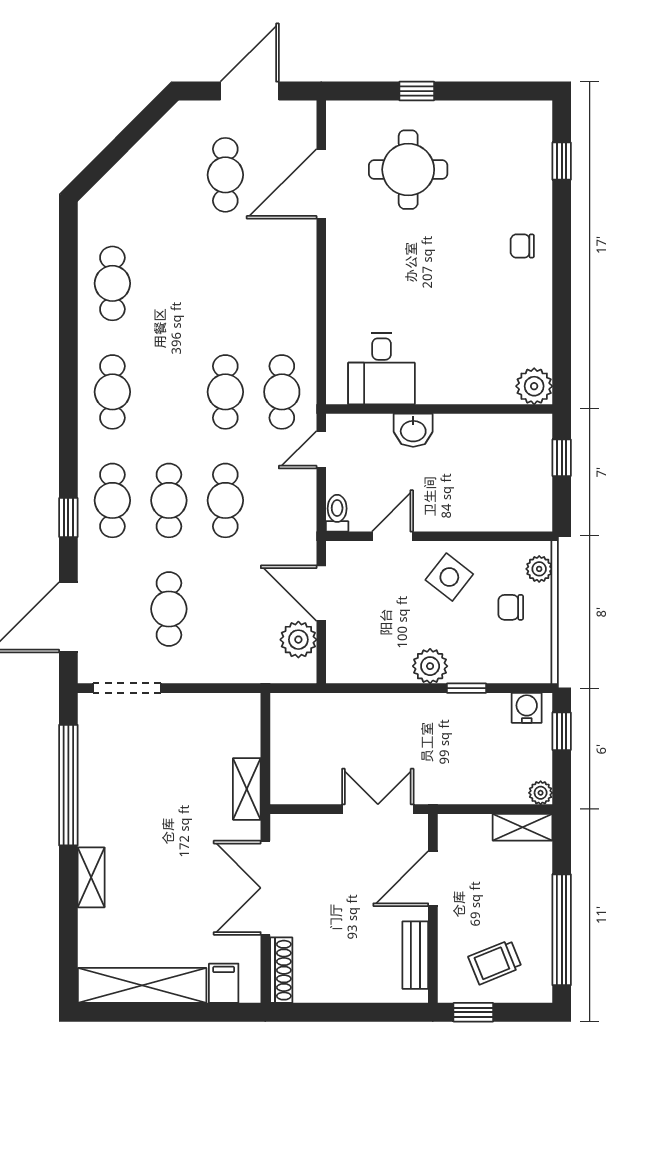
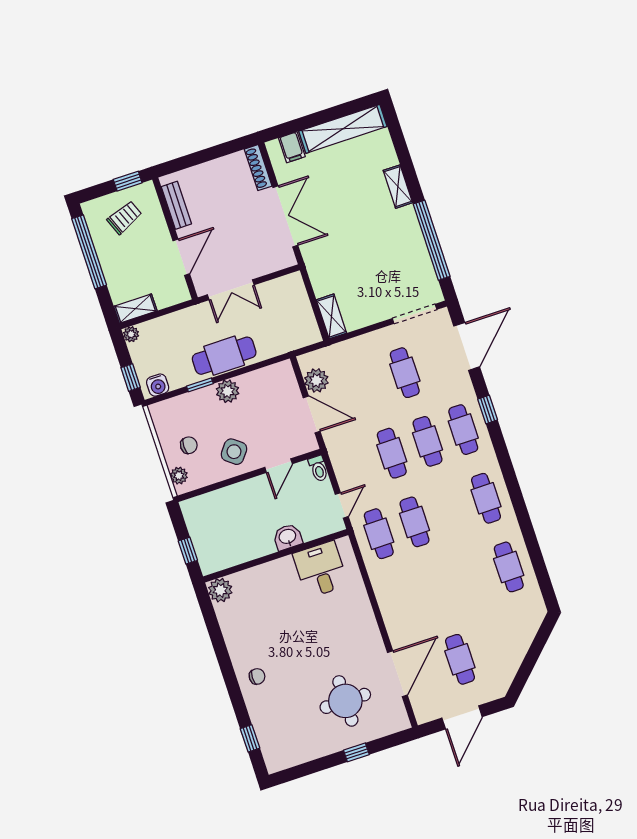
cafe table: (418, 718) -> (224, 356), added
shelving: (247, 789) -> (331, 316), moved

